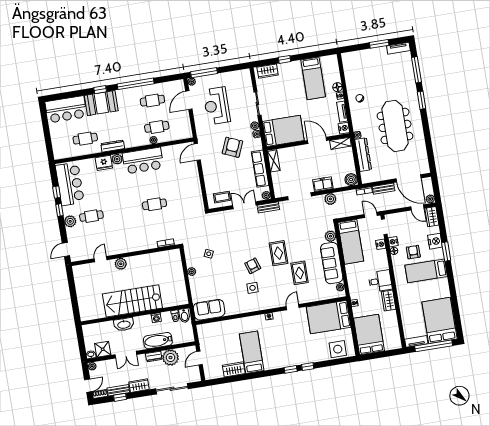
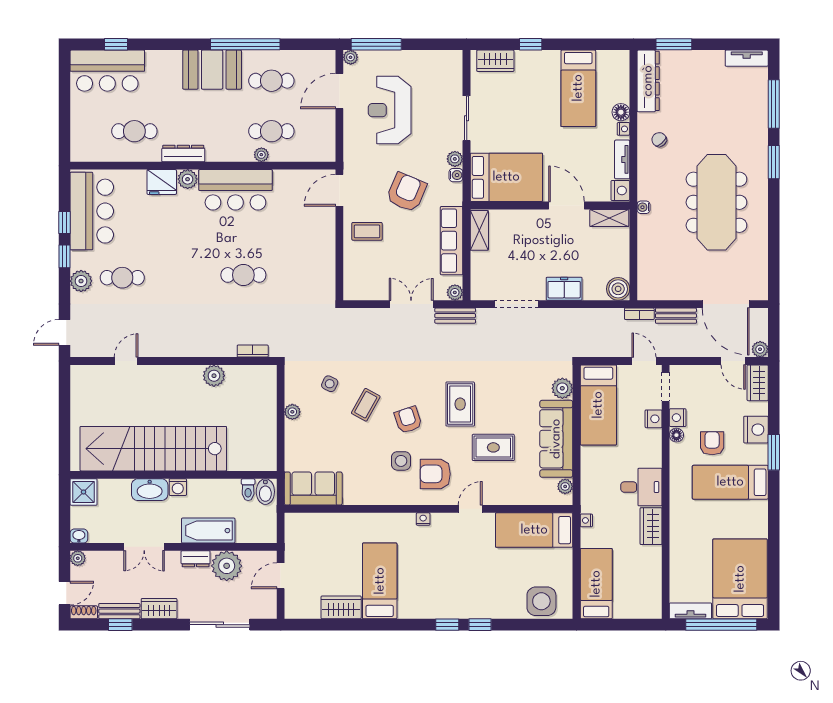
window: (379, 44) -> (674, 44), moved
window: (100, 90) -> (116, 44), moved
booth: (101, 103) -> (212, 70), moved
dresser: (363, 155) -> (648, 81), moved
coffee table: (222, 197) -> (367, 231), moved
plant: (330, 199) -> (573, 319), removed
coffee table: (229, 262) -> (366, 405), added
plant: (121, 264) -> (214, 376), moved
rug: (300, 273) -> (493, 447), turned 90
armchair: (271, 292) -> (435, 474), added
stairs: (132, 301) -> (153, 449), width x1.36
bed: (329, 317) -> (534, 530), width x0.67
washing machine: (156, 318) -> (178, 487), moved
bed: (369, 335) -> (596, 584), width x0.67
shower: (103, 349) -> (84, 492), moved

